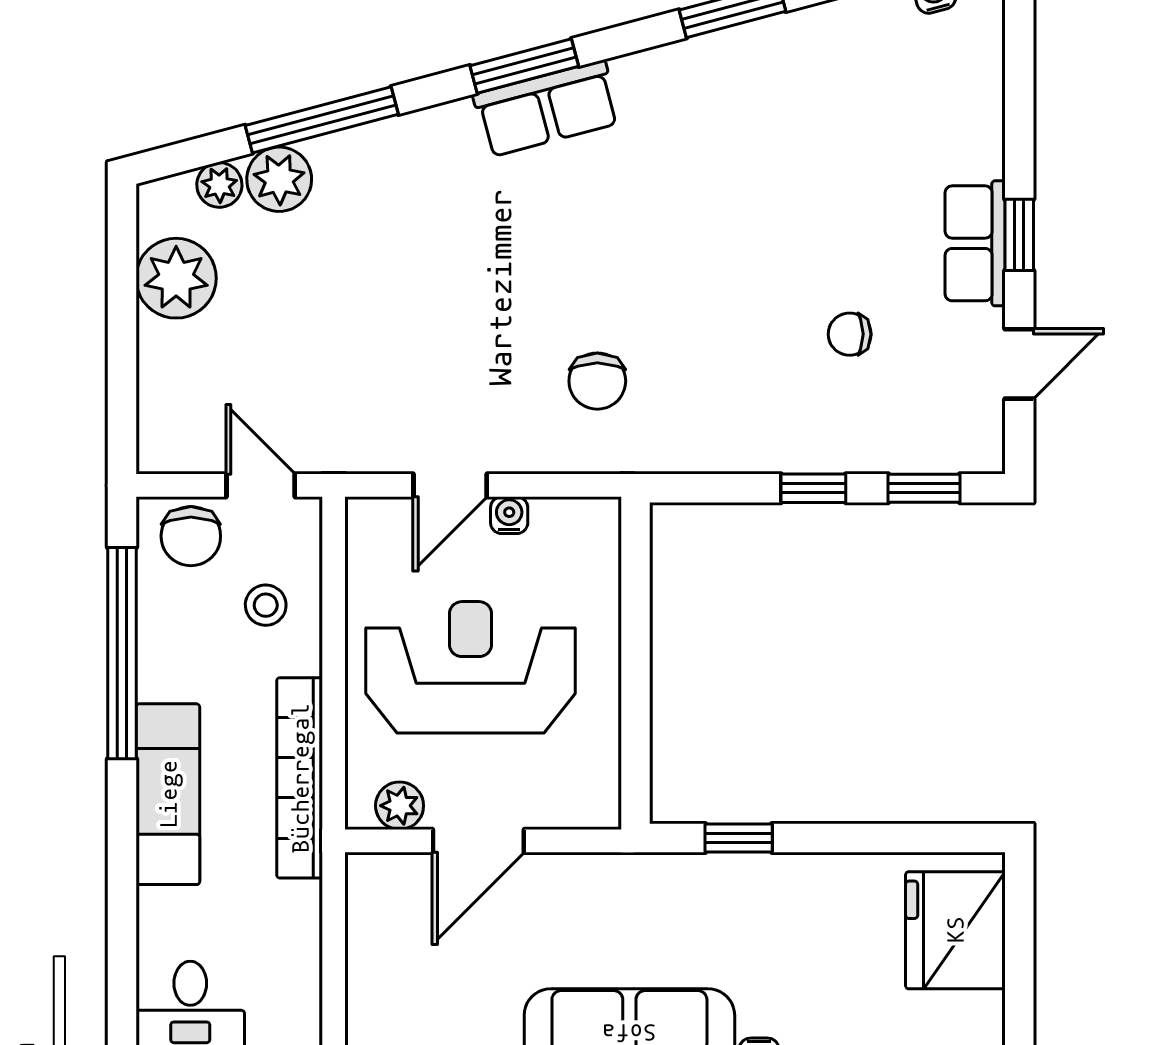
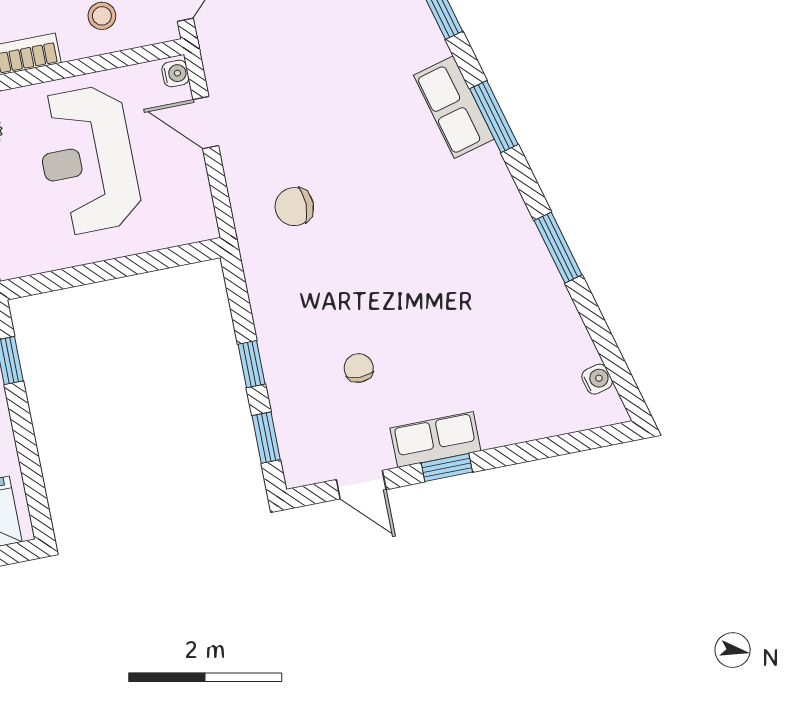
row of seats: (547, 109) -> (454, 107), moved
water cooler: (509, 515) -> (175, 73), moved
reception desk: (471, 667) -> (88, 160), turned 180

